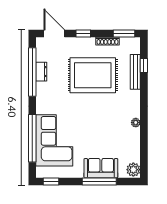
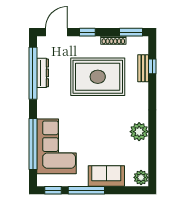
door: (54, 33) -> (57, 32), hinge flipped
dresser: (41, 72) -> (43, 73), width x1.44
bench: (135, 72) -> (143, 68), width x0.73
plant: (136, 123) -> (139, 132), width x1.87, depth x1.87
window: (99, 181) -> (86, 190), moved

